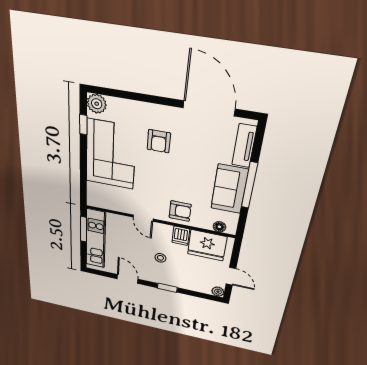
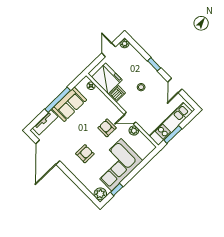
plant: (127, 207) -> (134, 131), added
armchair: (180, 211) -> (107, 128), moved
door: (143, 218) -> (130, 118), swing flipped

